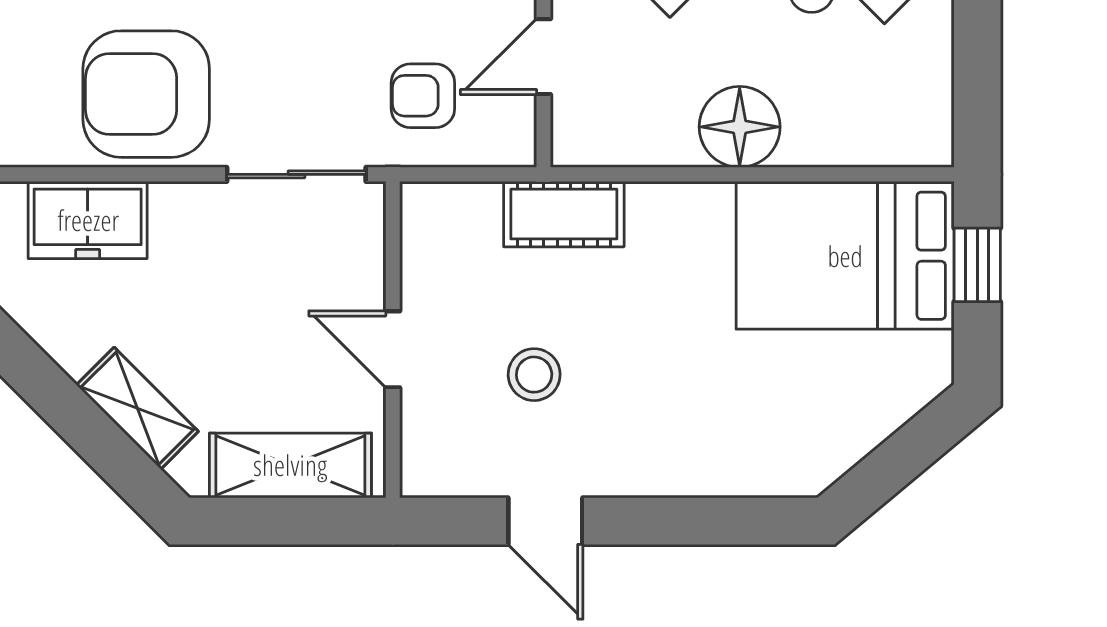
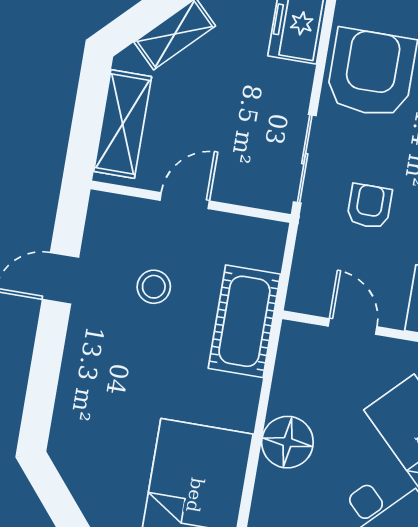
armchair: (423, 96) -> (369, 206), moved
cot: (564, 214) -> (244, 321), width x1.37, depth x1.34

